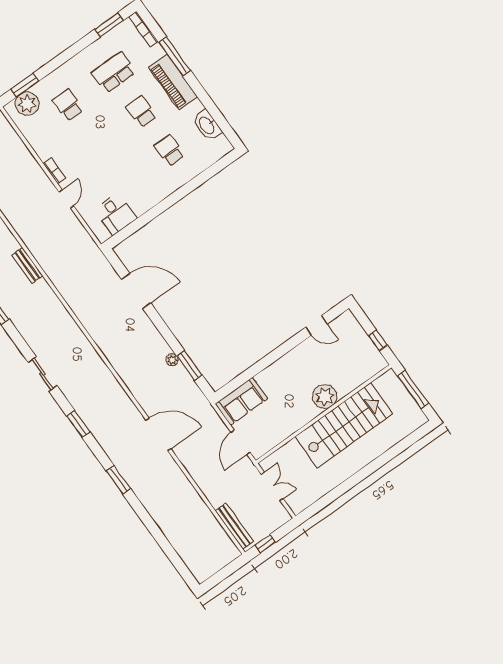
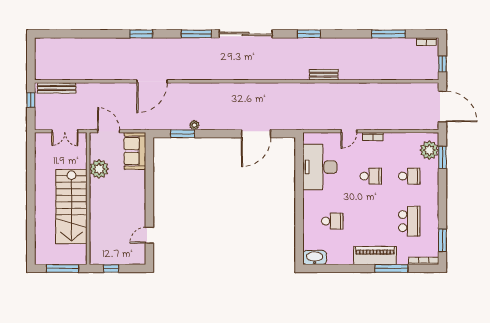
school desk: (141, 111) -> (371, 176), moved
washbasin: (207, 125) -> (315, 258), moved
door: (66, 199) -> (349, 131), hinge flipped
desk: (116, 214) -> (320, 167), width x1.87, depth x1.30
sliding door: (43, 374) -> (246, 34), width x1.86
plant: (325, 396) -> (99, 169), moved
window: (78, 424) -> (196, 34), width x1.44

